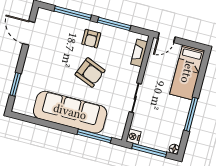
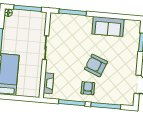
door: (166, 38) -> (29, 99), removed
armchair: (90, 72) -> (96, 65), moved
sofa: (70, 112) -> (108, 26), width x0.54, depth x0.79
nightstand: (134, 137) -> (42, 17), removed

